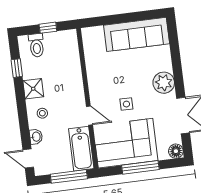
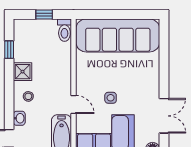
sofa: (137, 34) -> (118, 35), width x1.36, depth x1.27
toilet: (36, 45) -> (64, 30), moved
plant: (164, 83) -> (149, 82), removed

